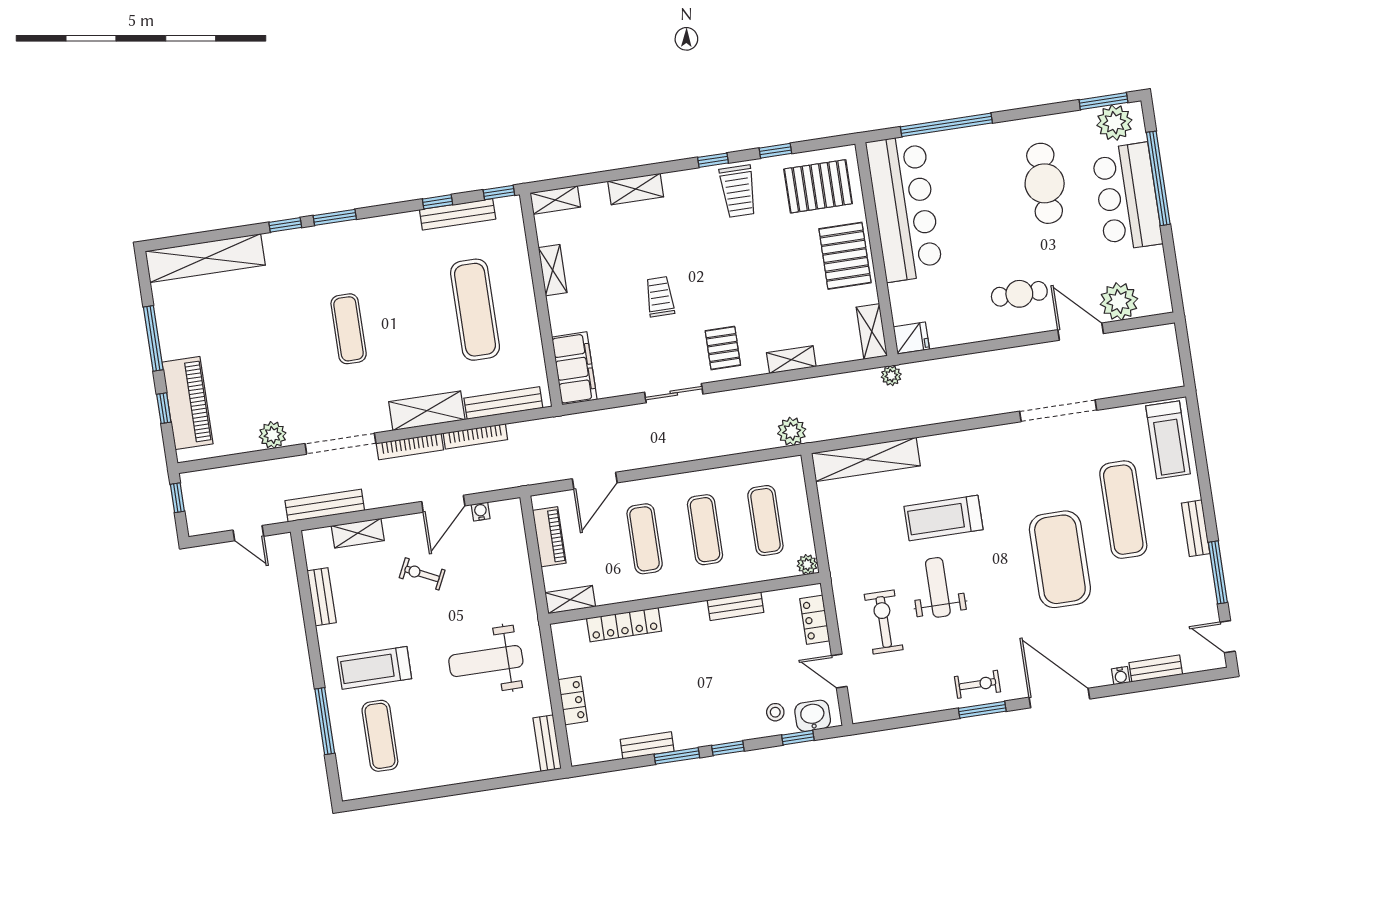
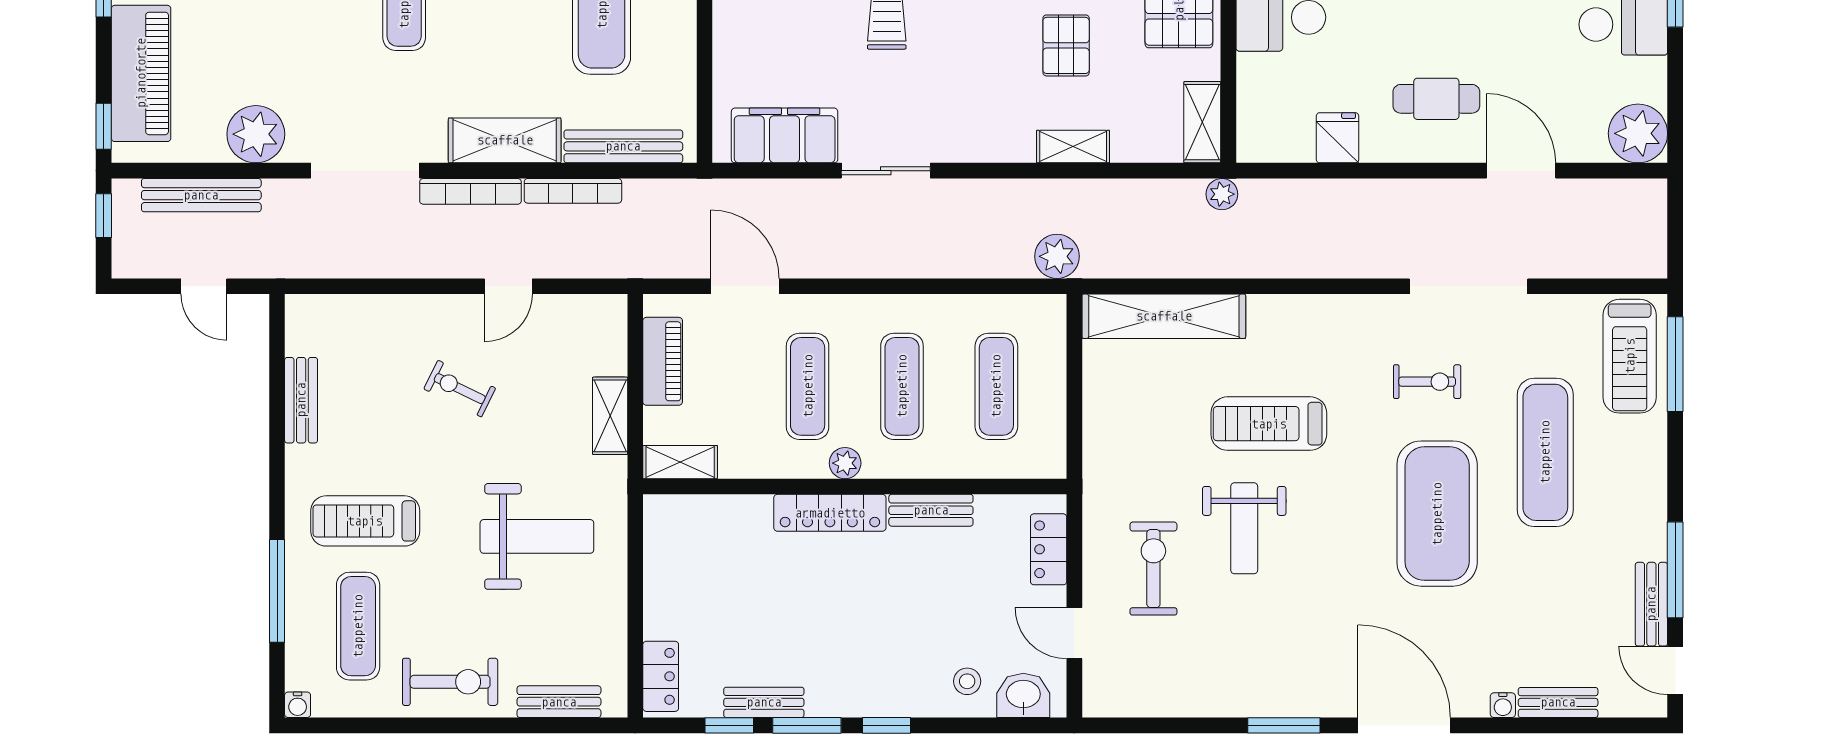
plant: (1119, 301) -> (1638, 133), moved
fridge: (911, 338) -> (1338, 138), moved, turned -90
pallet: (723, 348) -> (1066, 45), moved
filing cabinet: (574, 368) -> (785, 135), moved, turned -90
window: (164, 408) -> (104, 126), moved
plant: (273, 435) -> (256, 134), width x1.36, depth x1.36
window: (1198, 441) -> (1675, 364), added
door: (595, 481) -> (745, 286), swing flipped
door: (443, 504) -> (508, 286), width x0.73
bench: (325, 506) -> (201, 195), moved
water cooler: (481, 512) -> (298, 705), moved, turned 180
bench: (1196, 528) -> (1651, 604), moved
shelving: (358, 533) -> (610, 416), moved, turned 90
plant: (807, 564) -> (845, 463), moved
weight bench: (938, 587) -> (1244, 528), turned 180
locker: (624, 625) -> (830, 513), moved
weight bench: (486, 661) -> (537, 536), turned 180
exercise bike: (977, 684) -> (1427, 382), moved
locker: (573, 700) -> (661, 676), moved
window: (798, 738) -> (729, 725), moved
bench: (547, 743) -> (559, 702), moved, turned 90
exercise bike: (444, 763) -> (450, 682), added

